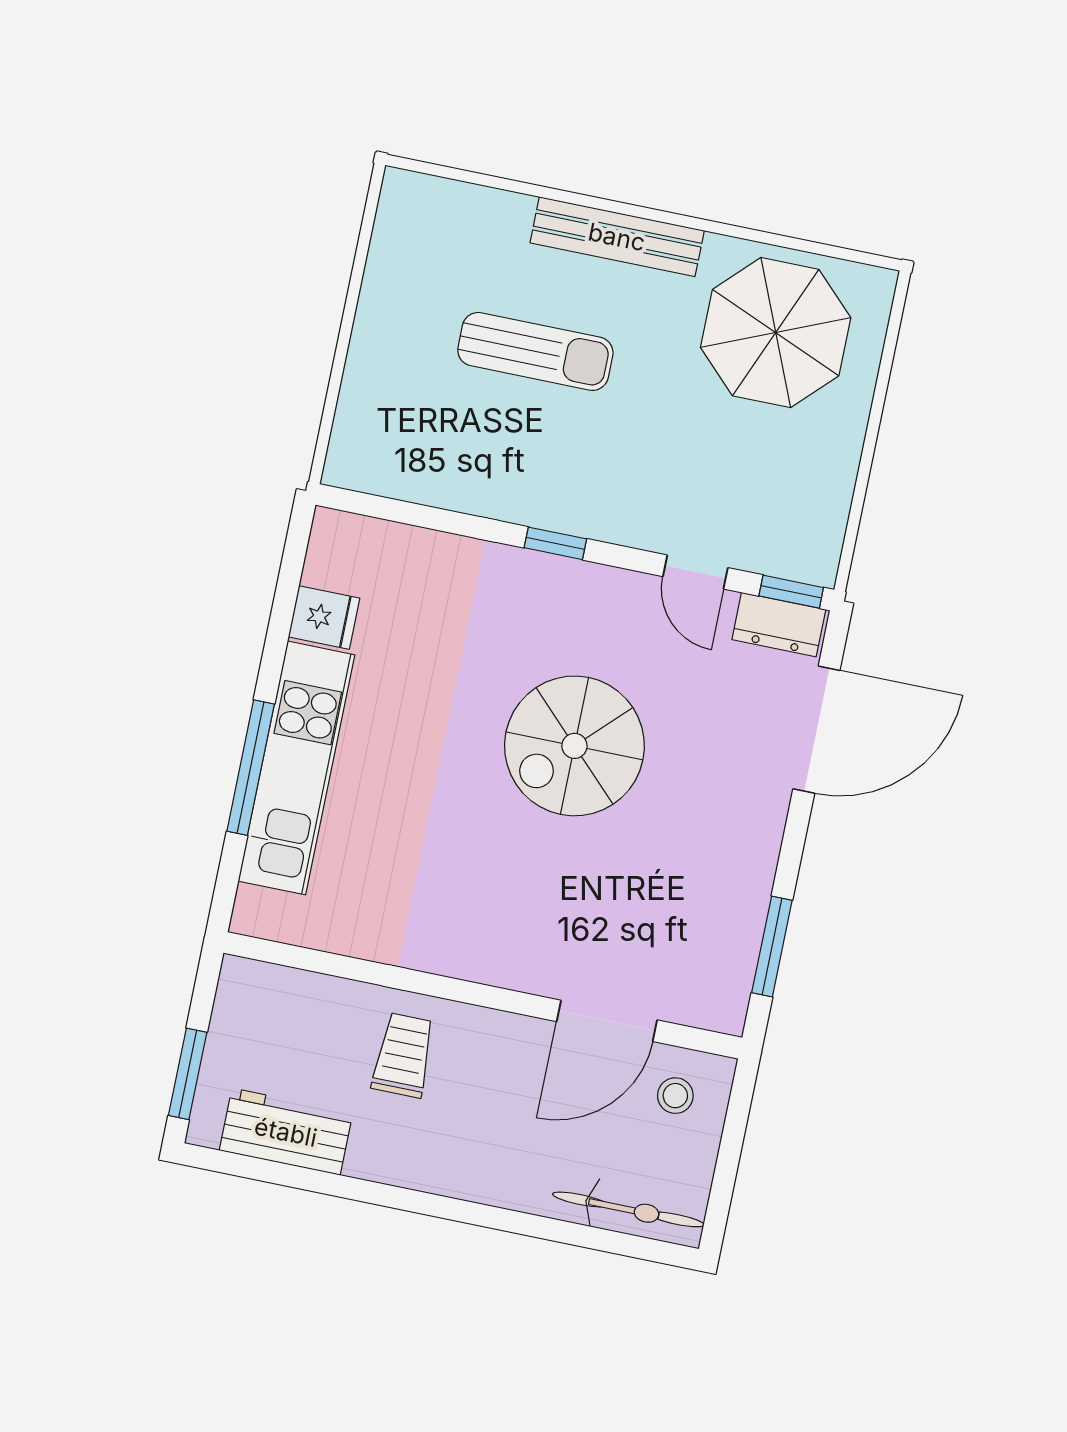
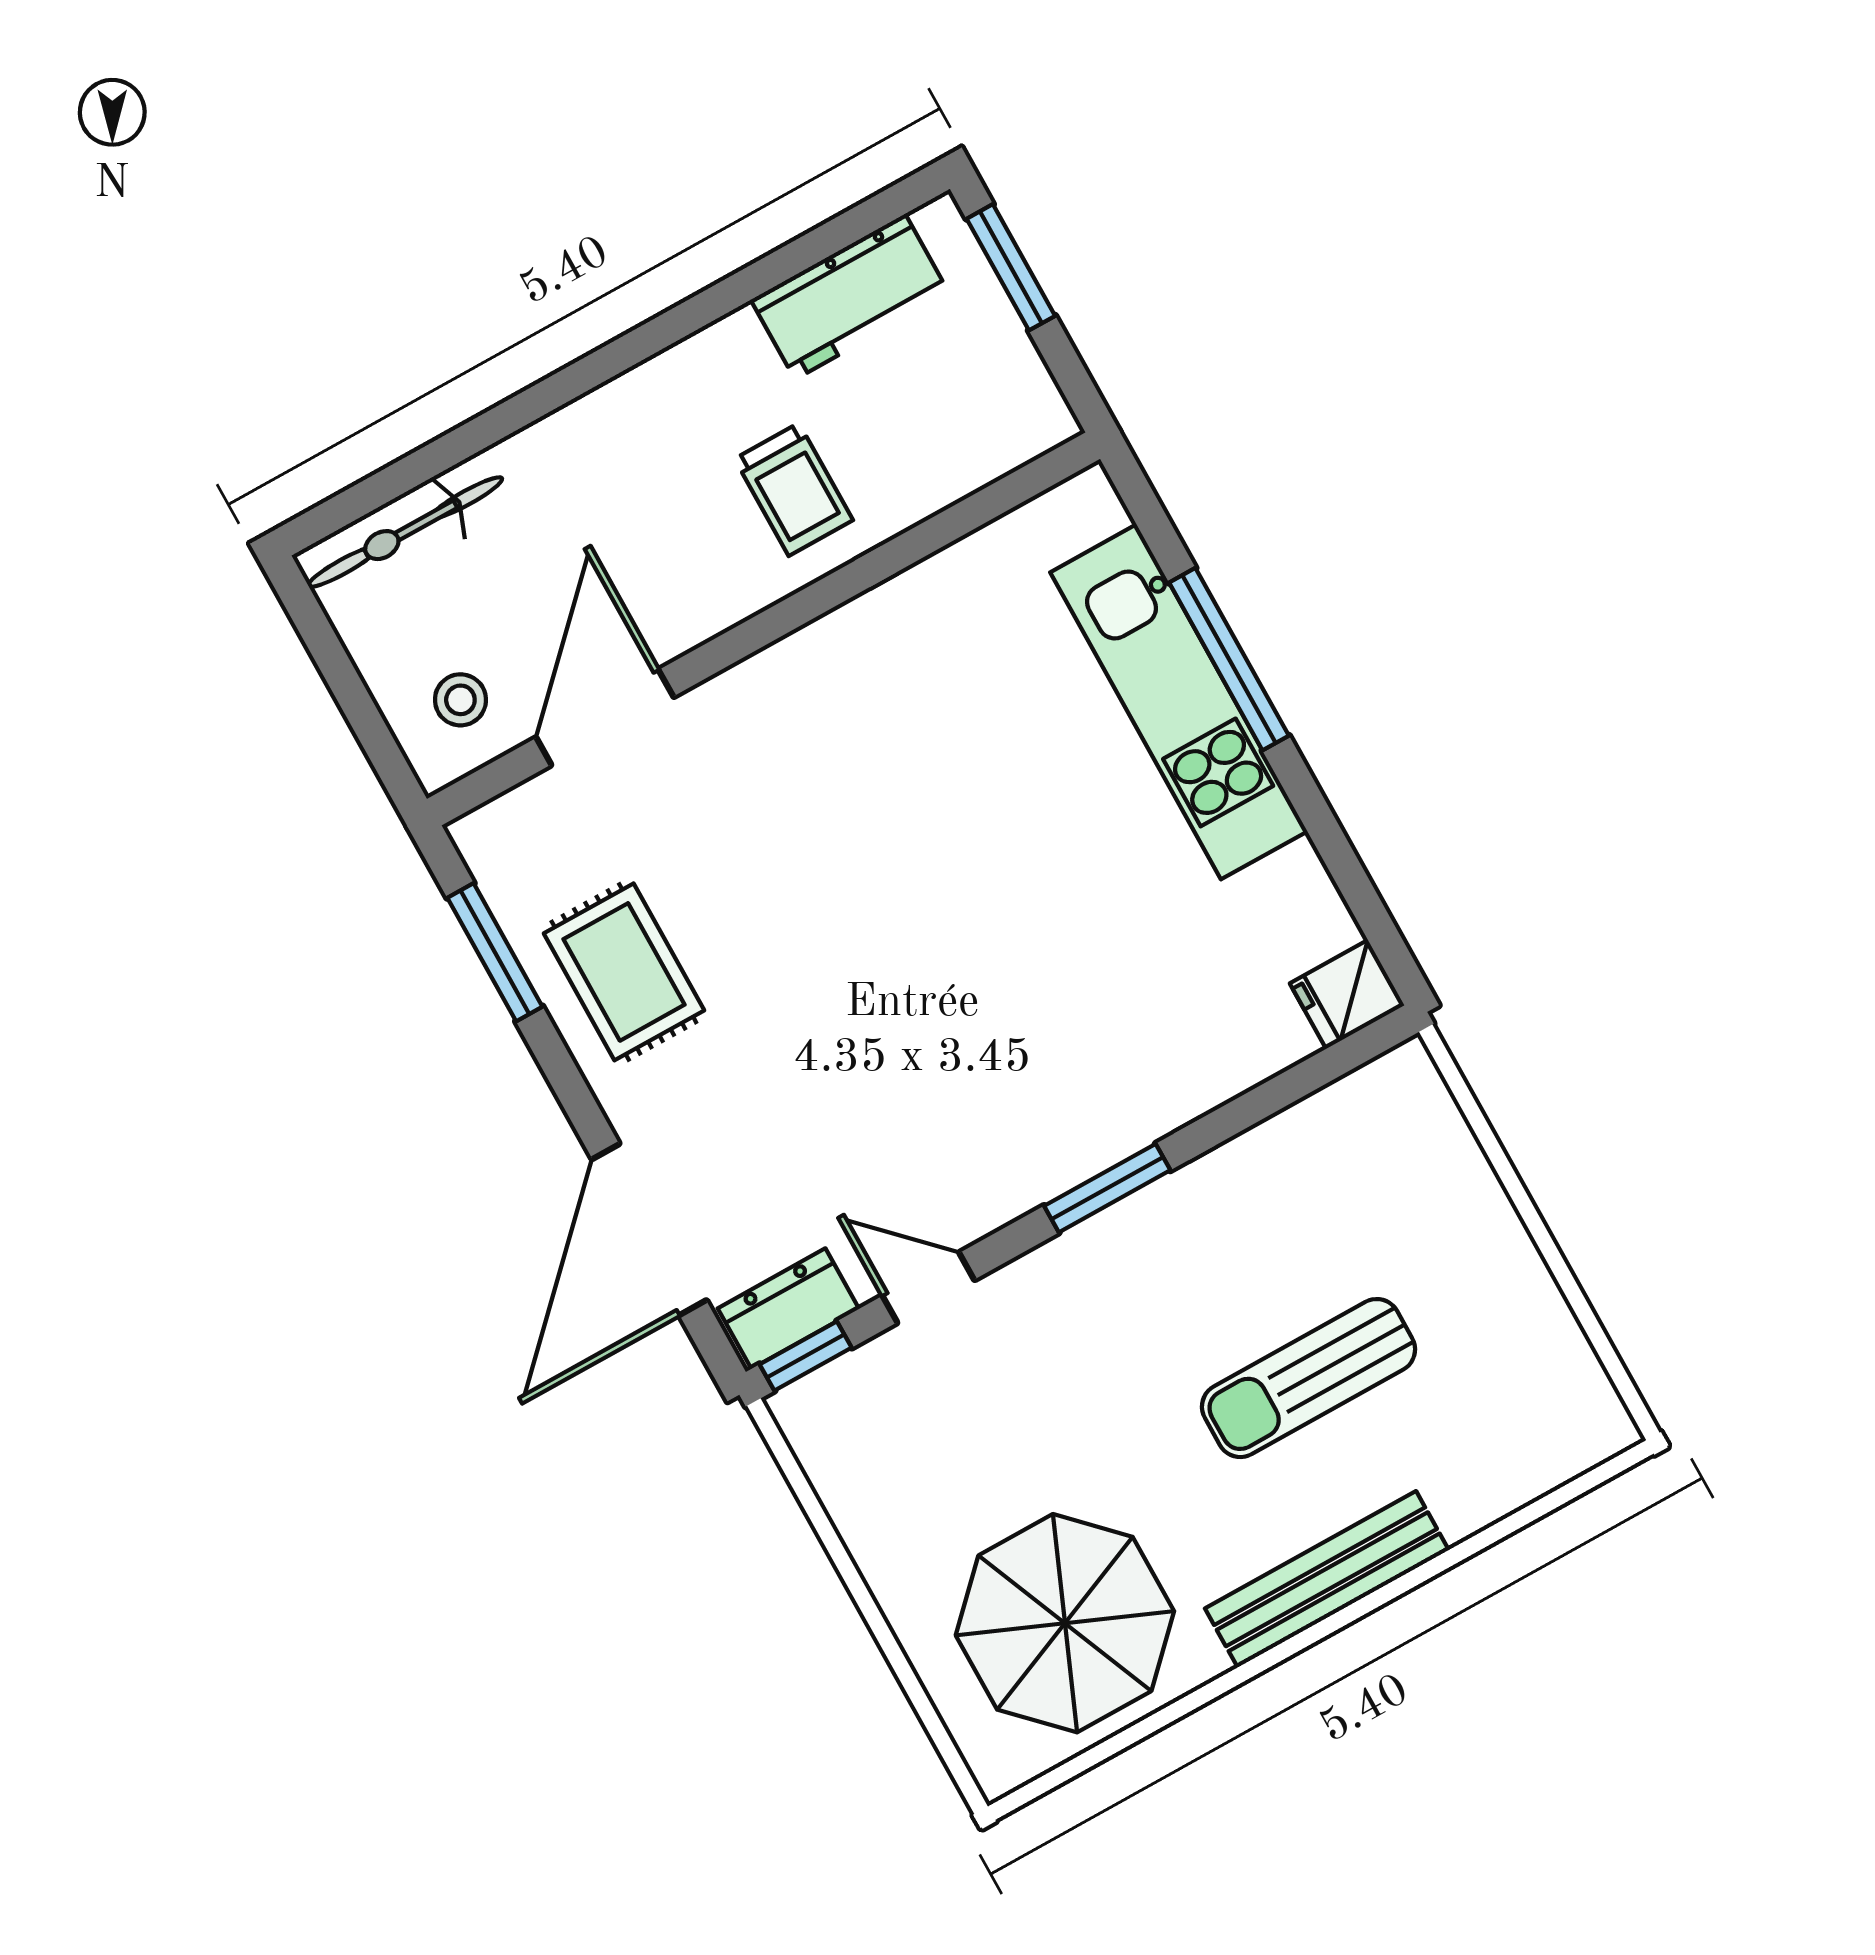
window: (555, 543) -> (1107, 1188), width x1.50
fridge: (324, 617) -> (1347, 994), moved
spiral stairs: (574, 746) -> (897, 986), removed
rug: (713, 877) -> (624, 972), added

